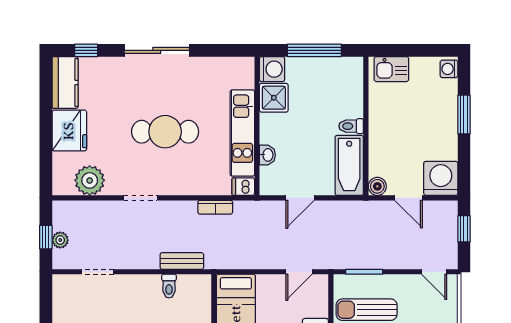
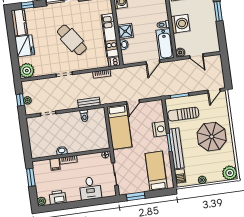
shower: (274, 98) -> (125, 31), moved
cafe table: (165, 132) -> (72, 40), turned 55
washing machine: (441, 178) -> (180, 24), moved, turned 90
plant: (90, 180) -> (27, 71), moved
door: (300, 198) -> (153, 62), moved
window: (464, 229) -> (226, 68), removed
door: (299, 272) -> (133, 102), moved
door: (434, 272) -> (214, 91), hinge flipped

